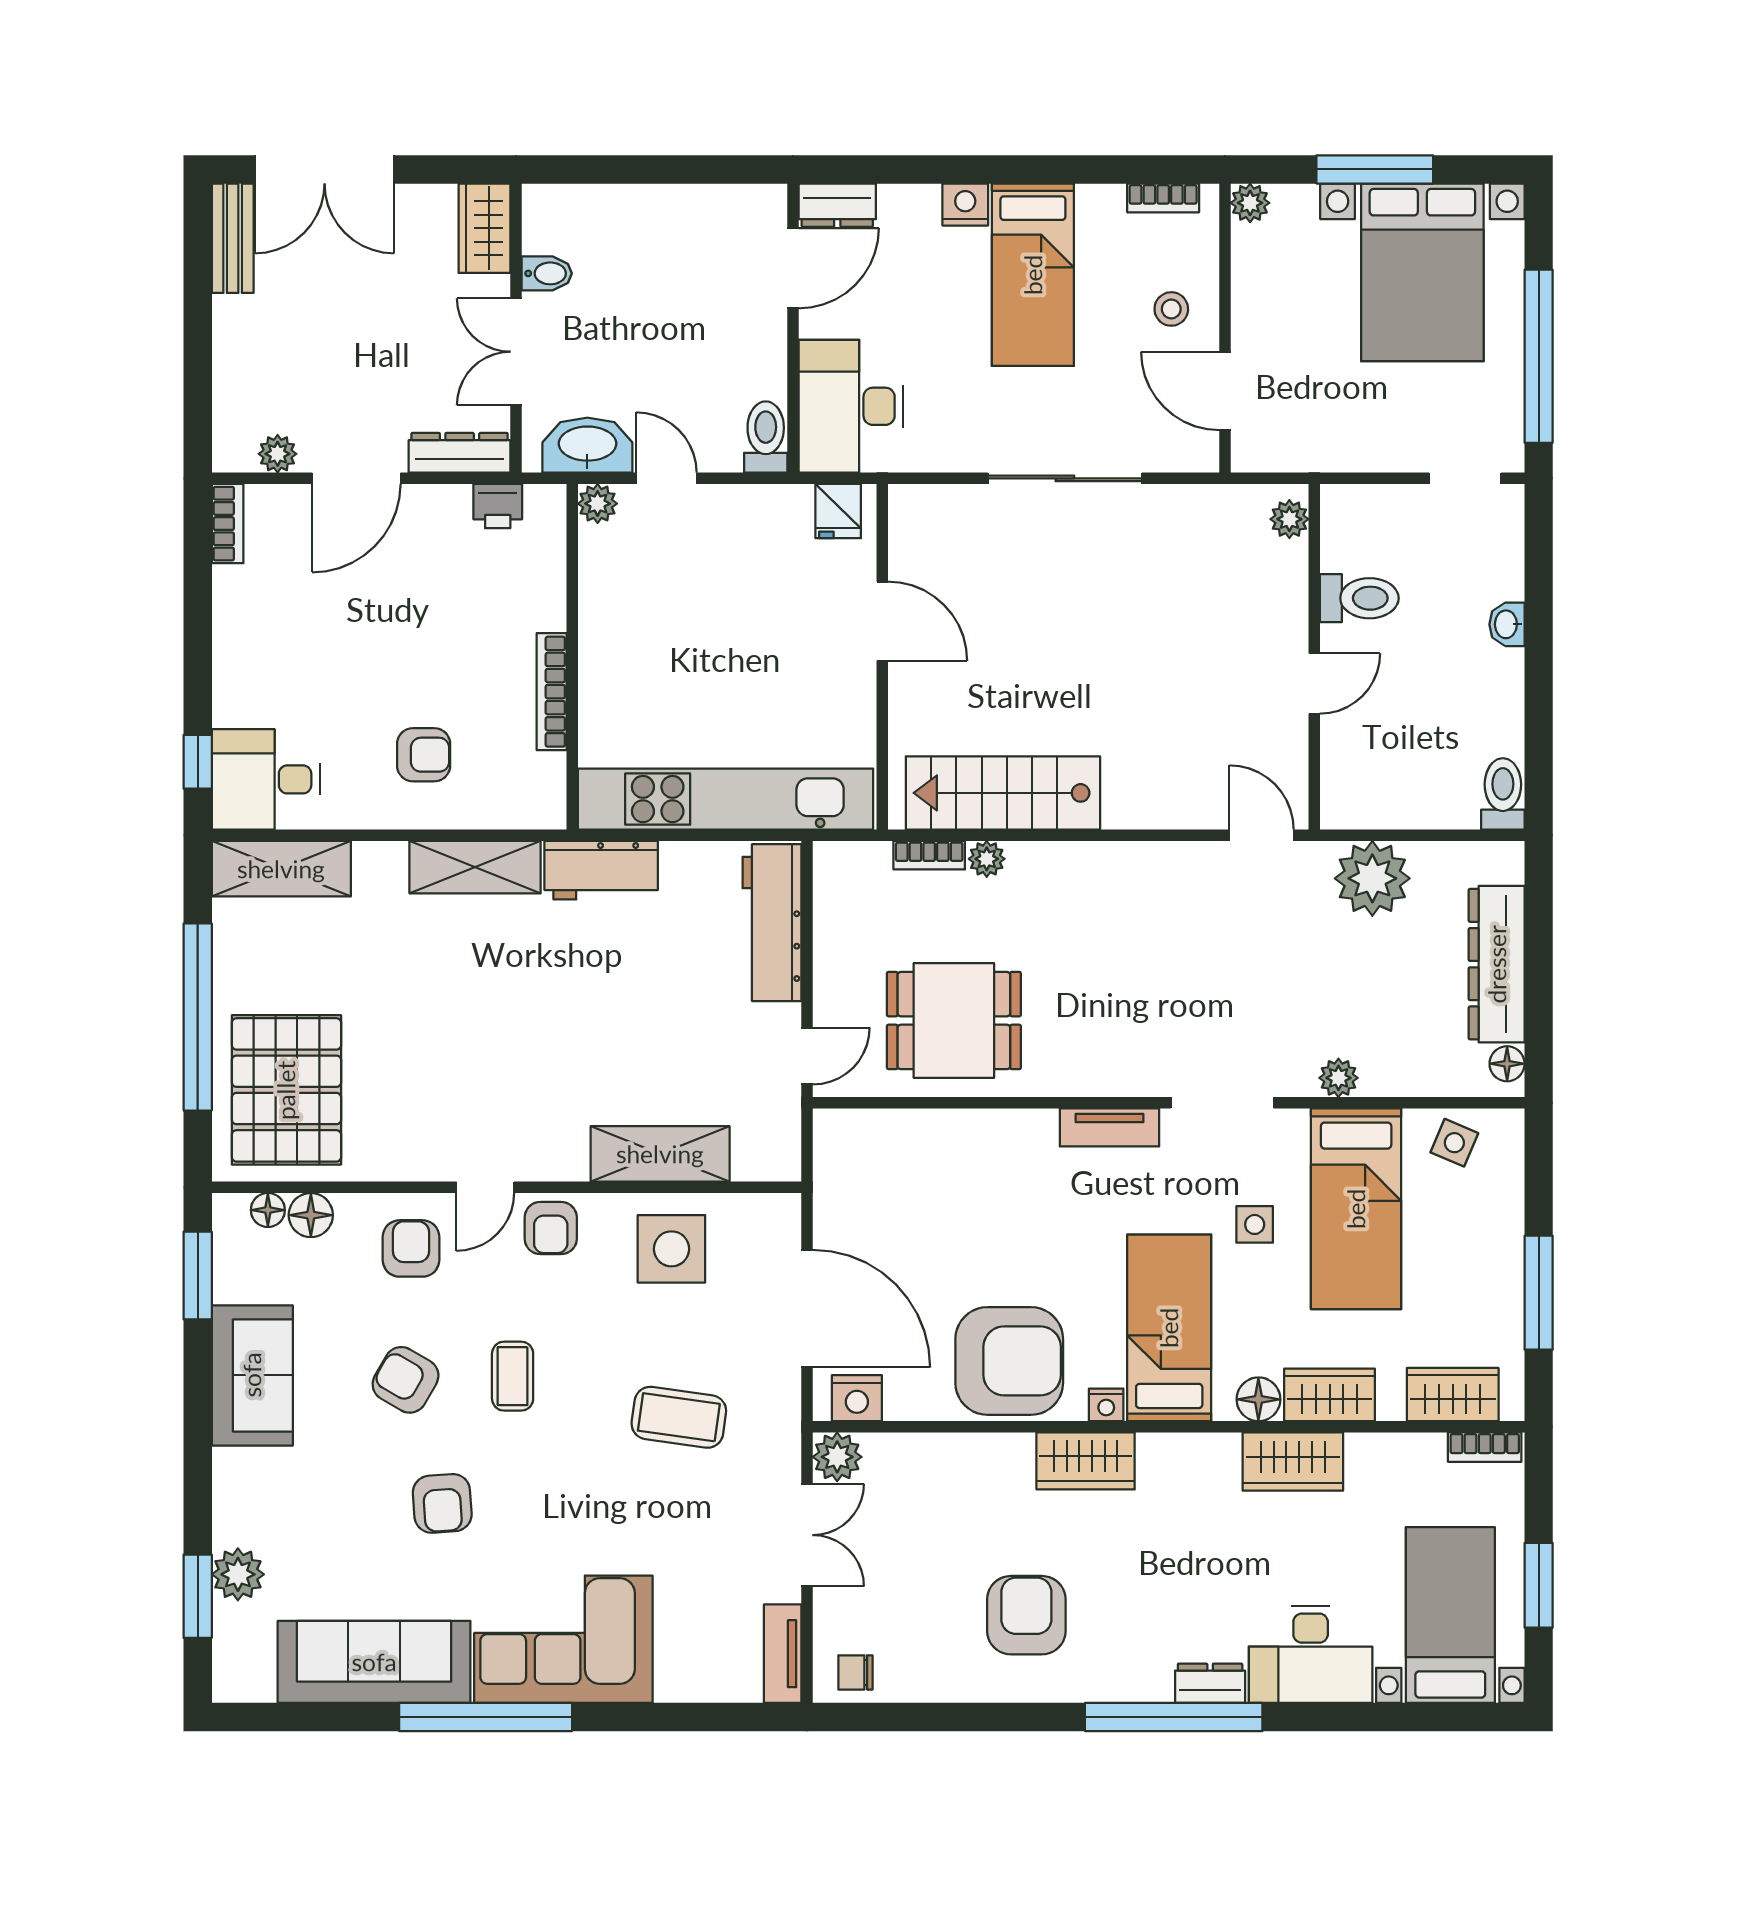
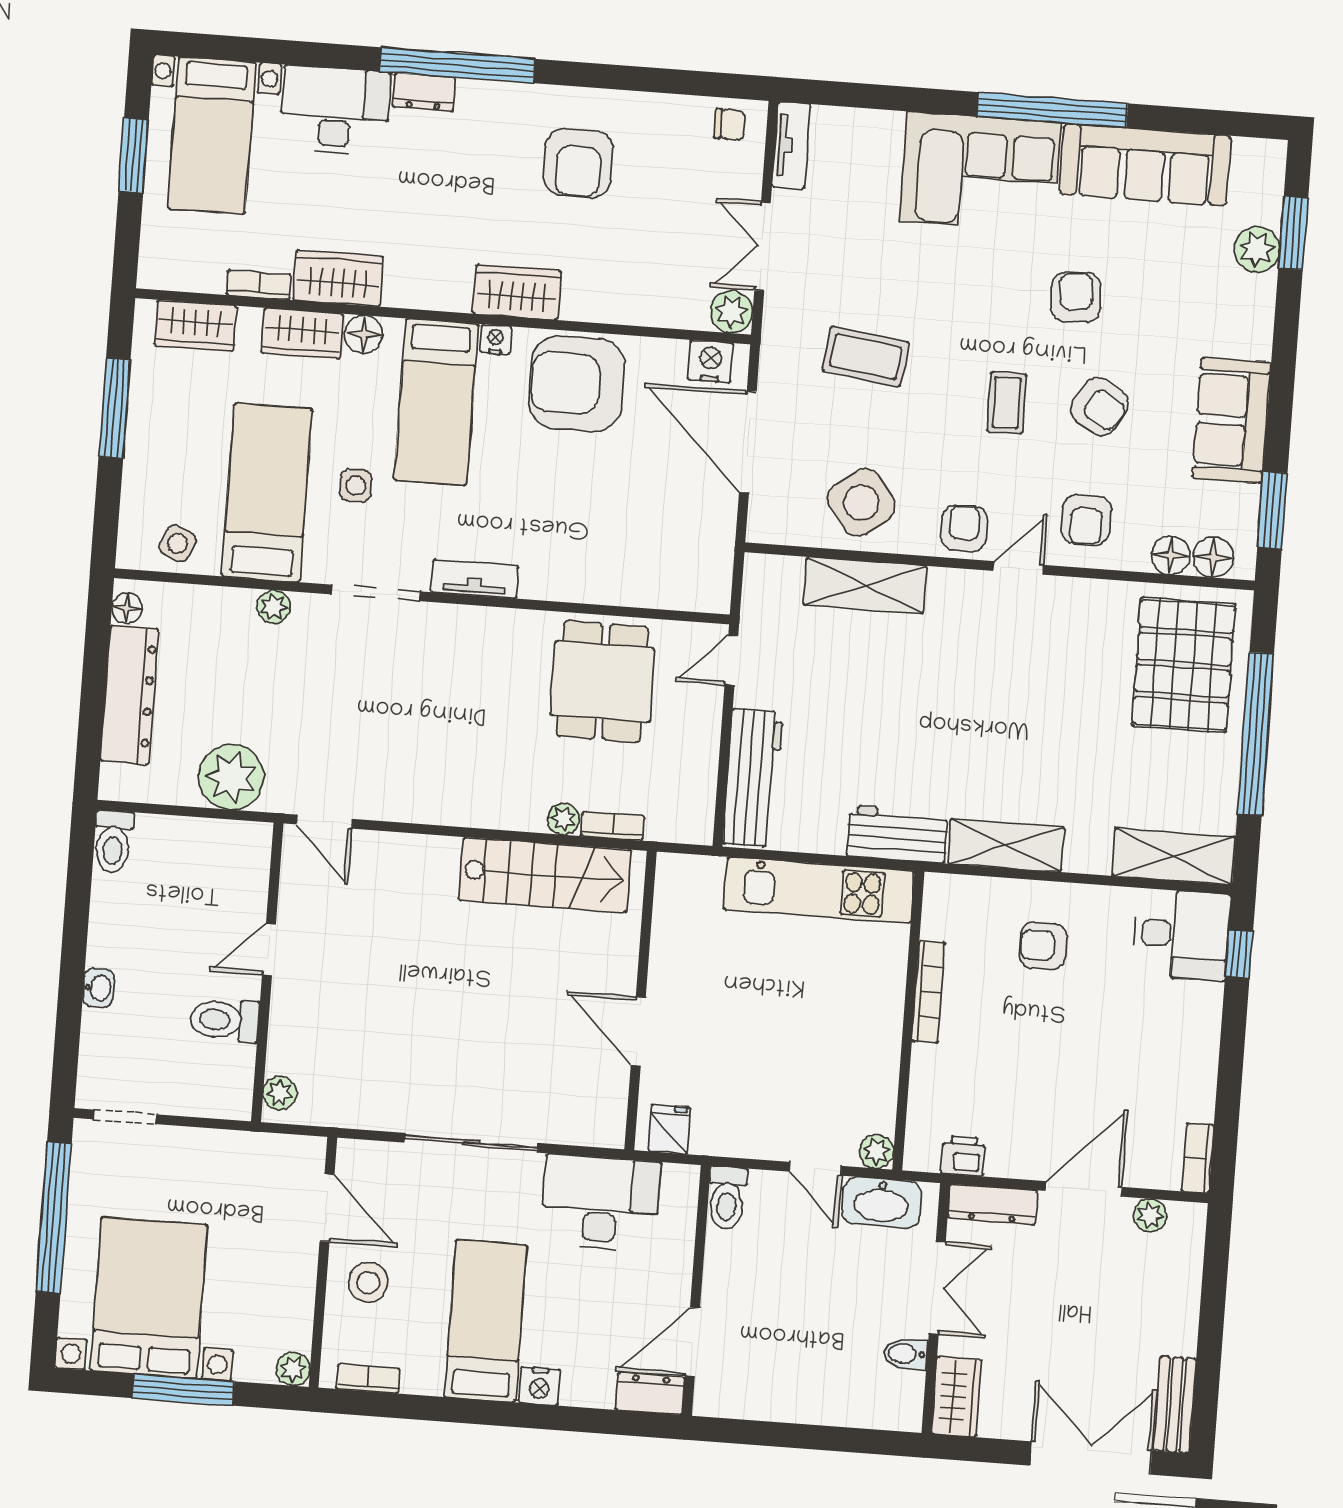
stool: (1171, 309) -> (368, 1282), width x1.37, depth x1.37
desk: (851, 406) -> (601, 1203), moved, turned -90
kitchen unit: (726, 799) -> (819, 890), width x0.73
dining table: (954, 1021) -> (602, 681), turned 90
floor lamp: (268, 1210) -> (1213, 557), width x1.37, depth x1.37
side table: (671, 1249) -> (861, 502), turned -37
bookcase: (1485, 1447) -> (259, 285), moved

